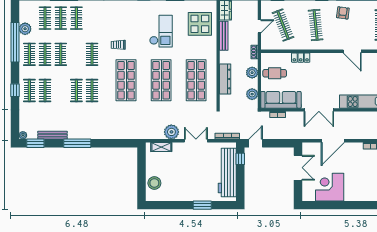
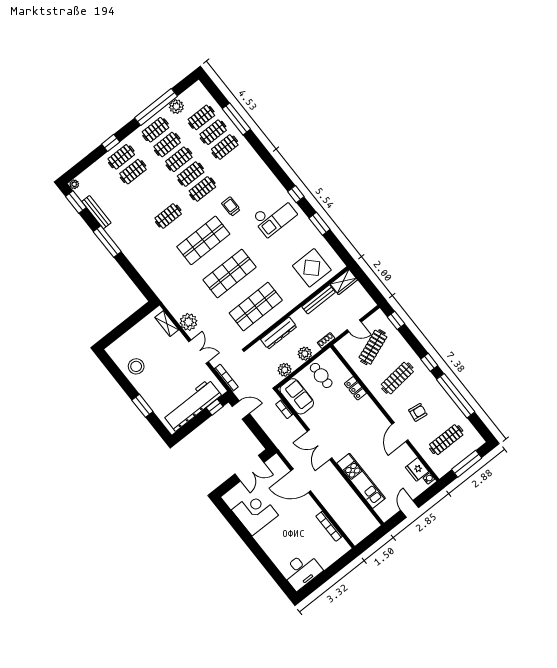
armchair: (343, 13) -> (418, 412), moved
checkout: (161, 31) -> (274, 216), moved
clothes rail: (76, 91) -> (191, 174), moved
sofa: (281, 100) -> (297, 396), width x0.73
stool: (154, 183) -> (136, 366), moved

